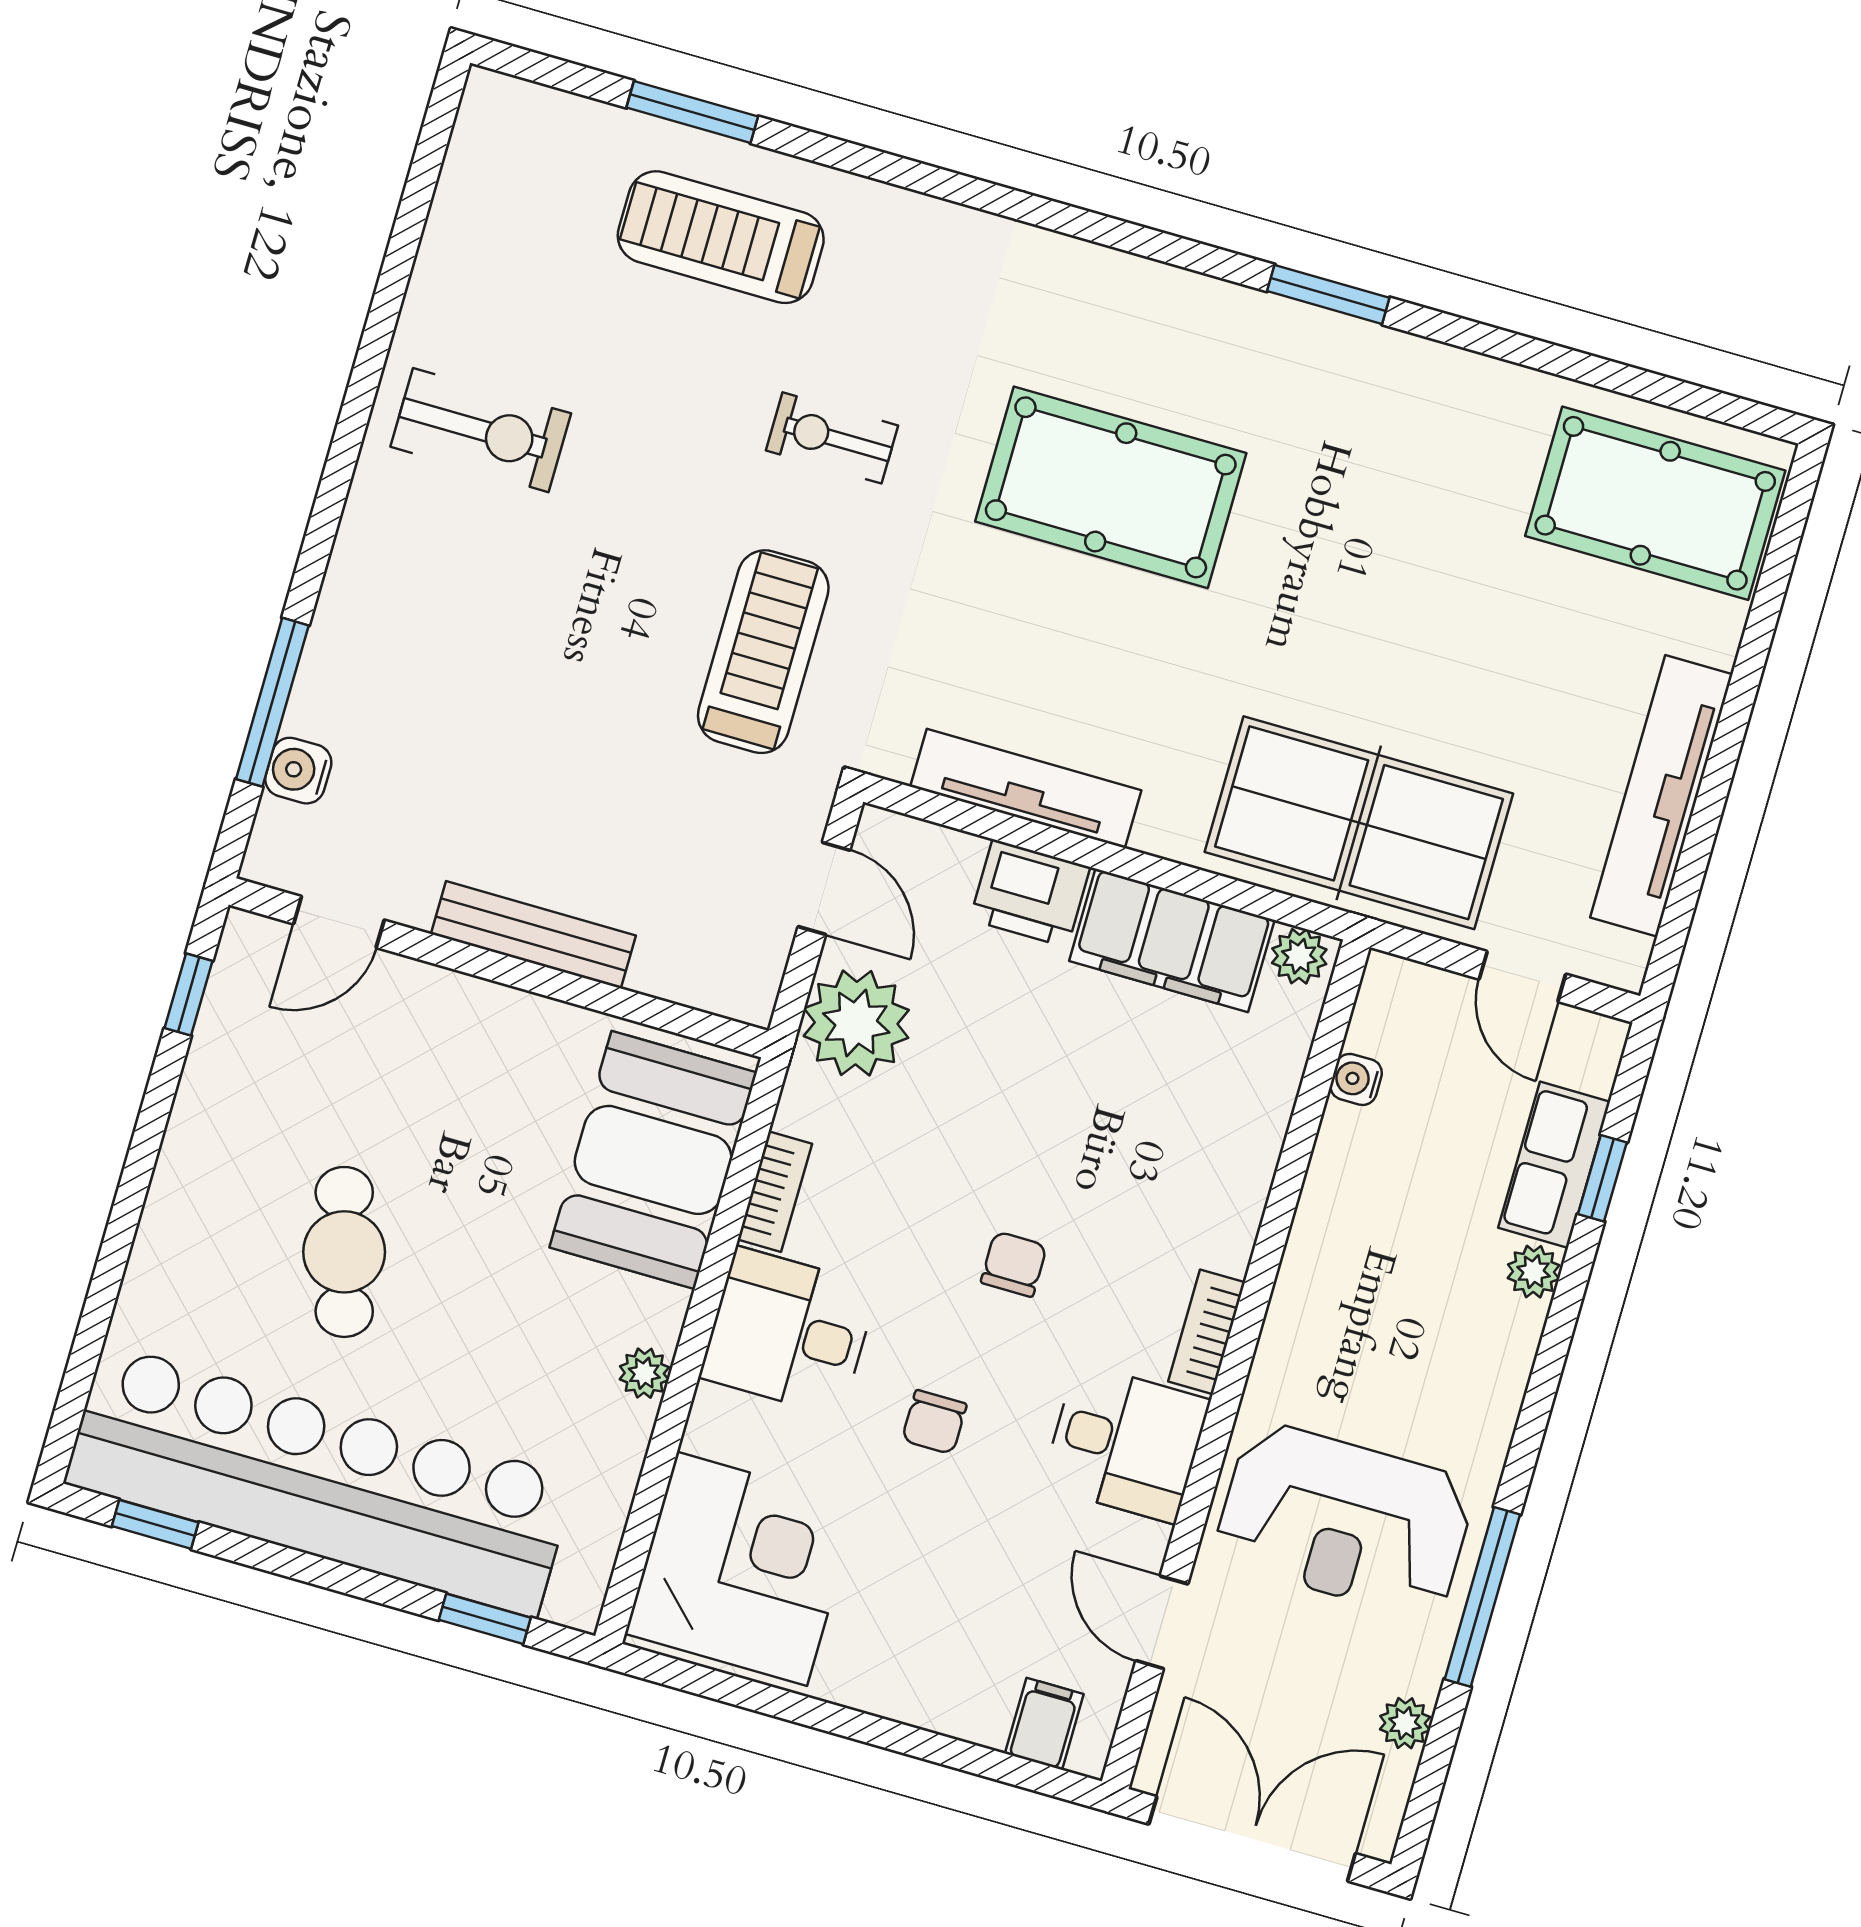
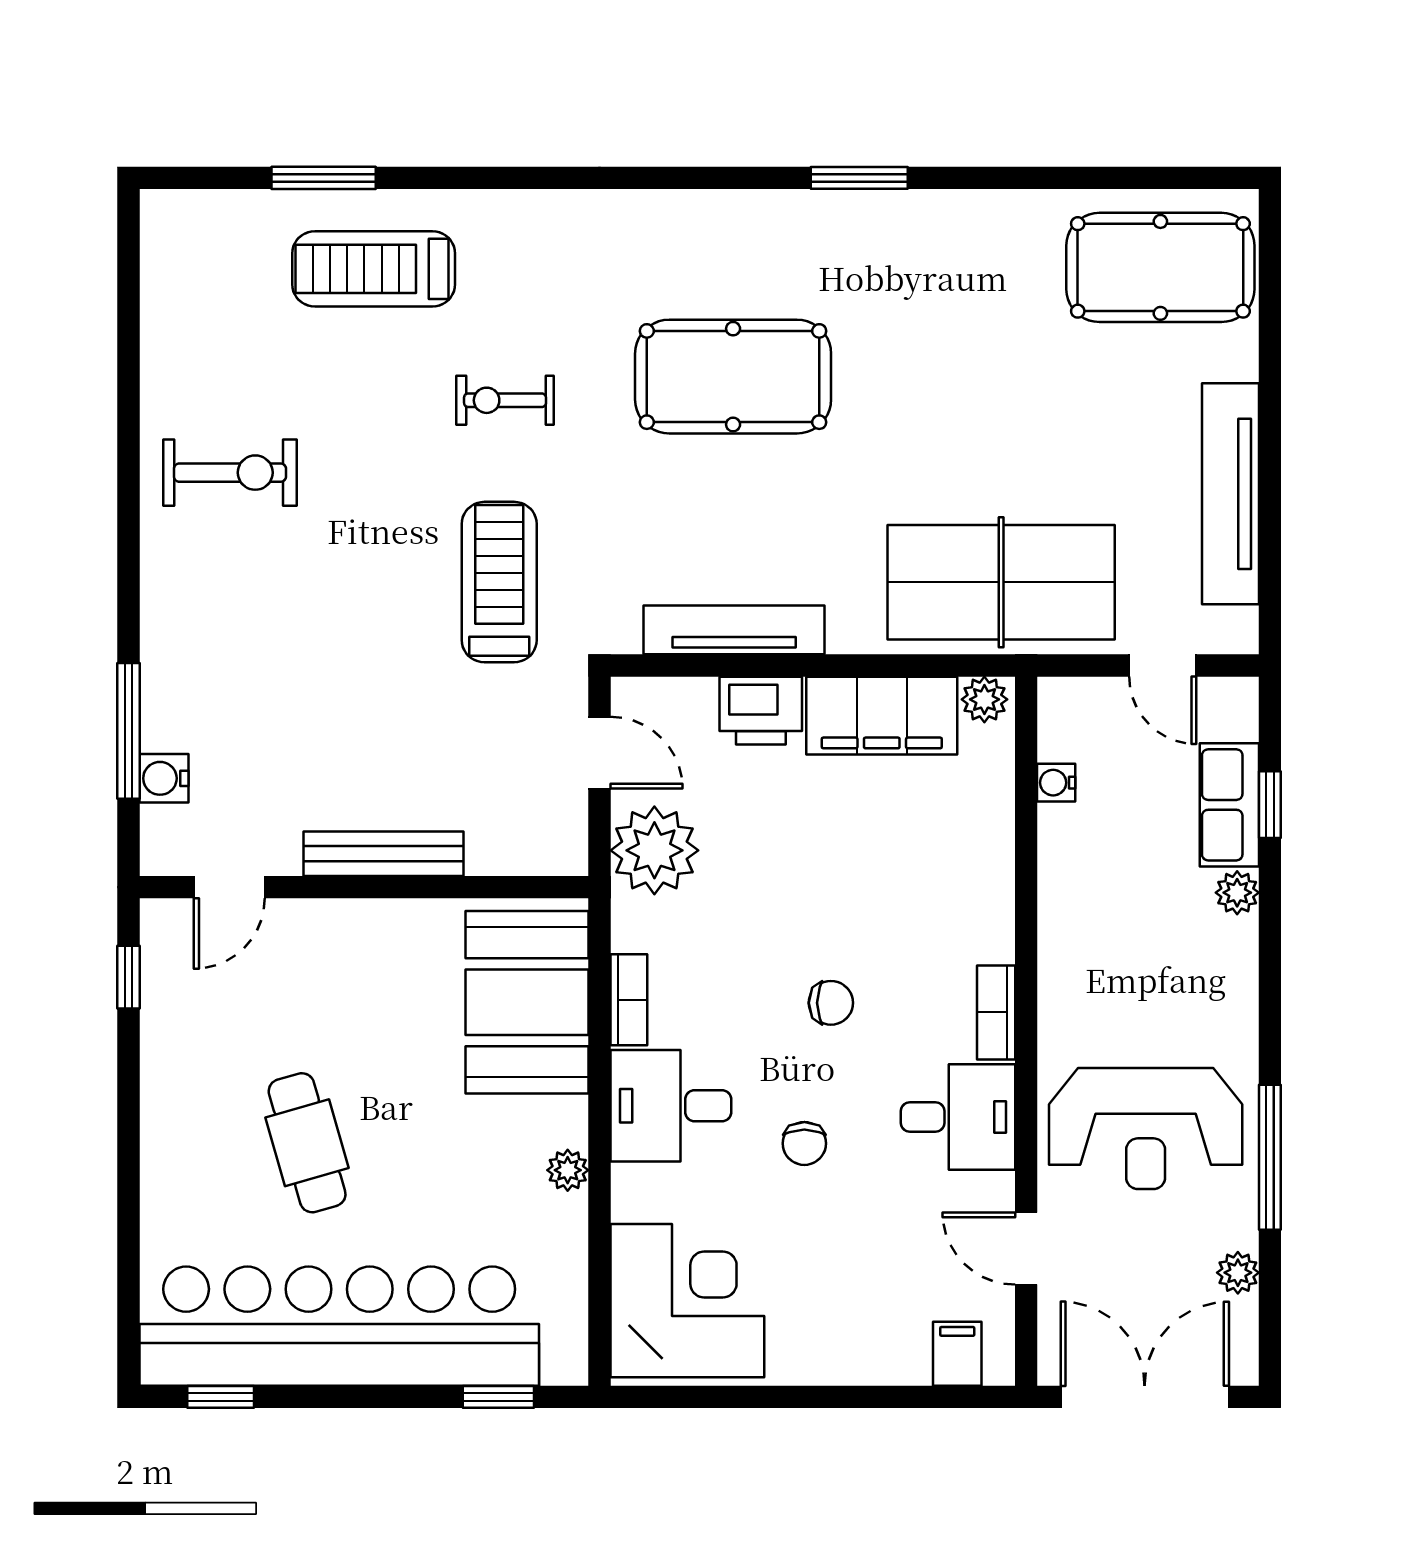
chair: (1014, 1264) -> (831, 1003), turned 90

